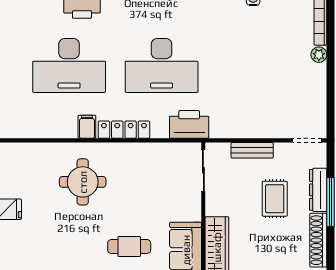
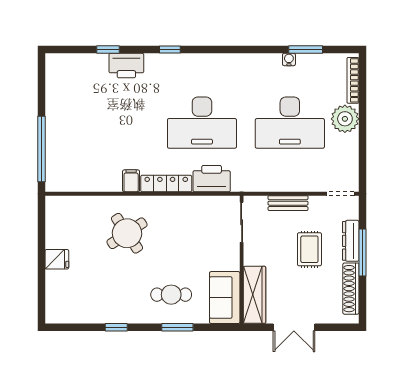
plant: (319, 55) -> (345, 119), width x1.88, depth x1.88
desk: (69, 65) -> (290, 123), moved
printer: (189, 124) -> (212, 179), moved
round table: (83, 182) -> (127, 233), turned -34

